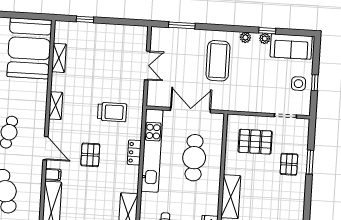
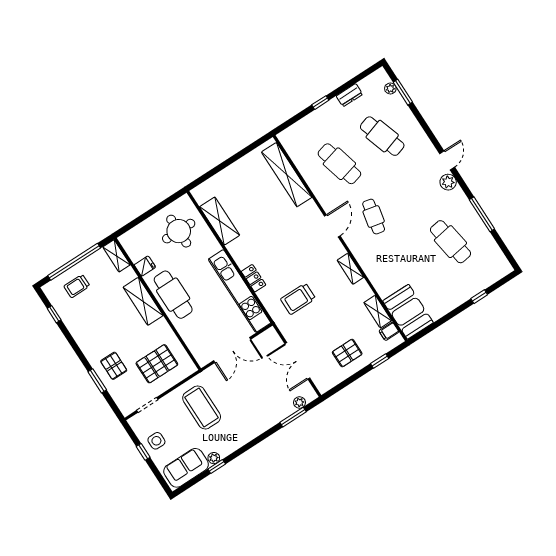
plant: (245, 37) -> (300, 402), moved
booth: (29, 48) -> (408, 312), width x0.73, depth x0.70
coffee table: (218, 61) -> (202, 407), moved
double door: (147, 66) -> (297, 361), width x1.37
door: (45, 148) -> (332, 226), swing flipped
pallet: (90, 155) -> (347, 353), moved, turned 90
cafe table: (194, 158) -> (173, 295), moved
filing cabinet: (53, 175) -> (389, 331), moved

